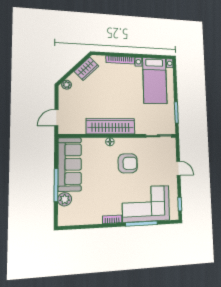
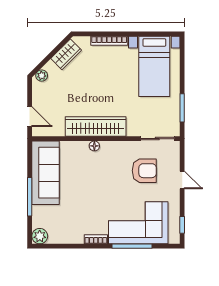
door: (56, 118) -> (30, 117), swing flipped
armchair: (128, 163) -> (144, 171), moved
plant: (65, 199) -> (40, 236), moved

